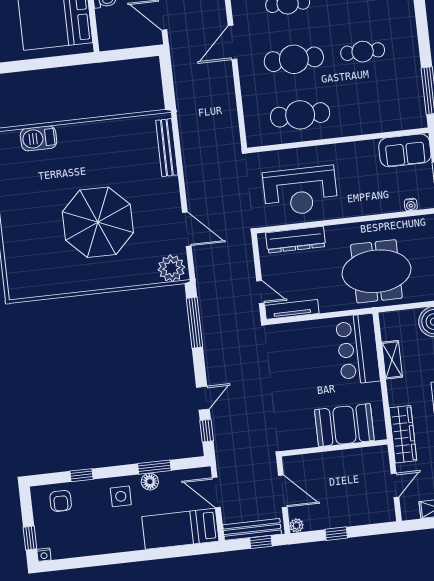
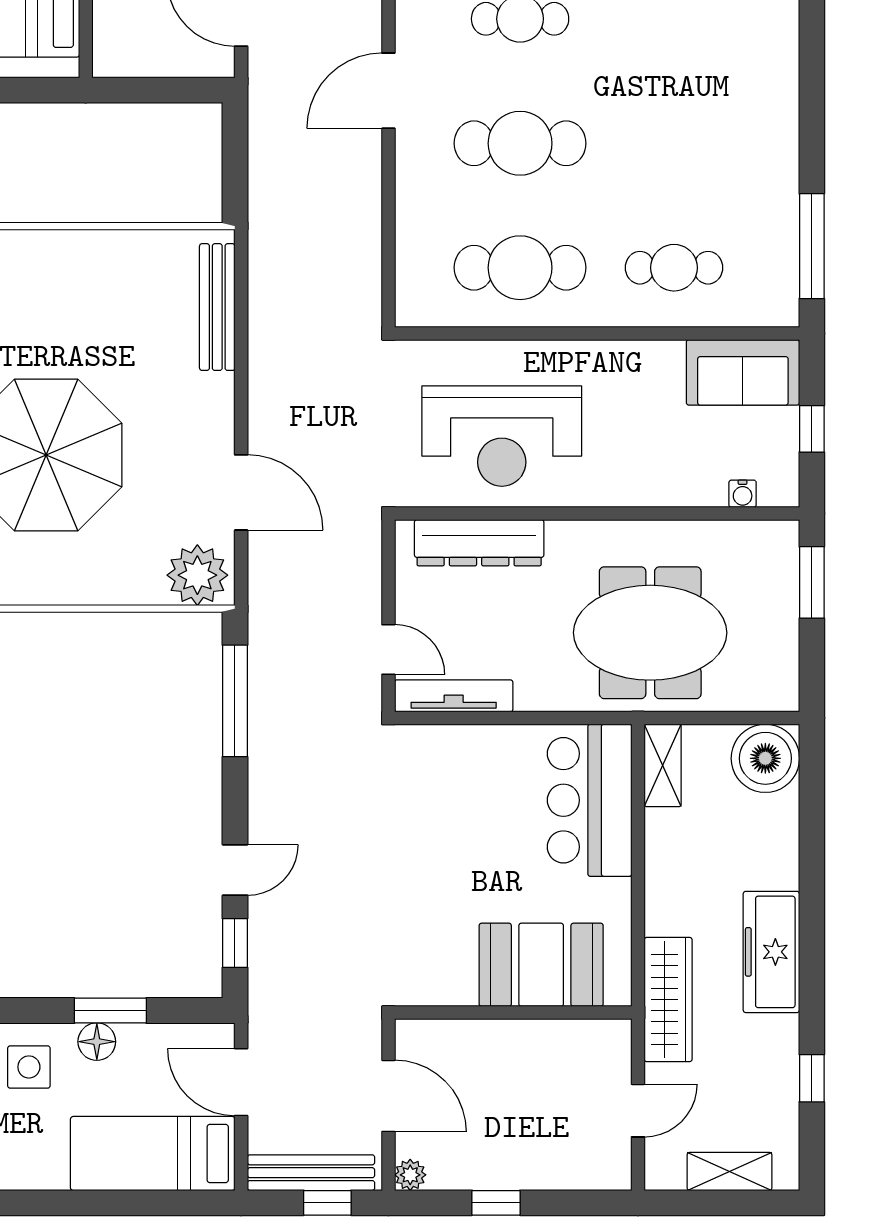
cafe table: (363, 52) -> (674, 268), moved
shelving: (392, 360) -> (663, 765), moved

